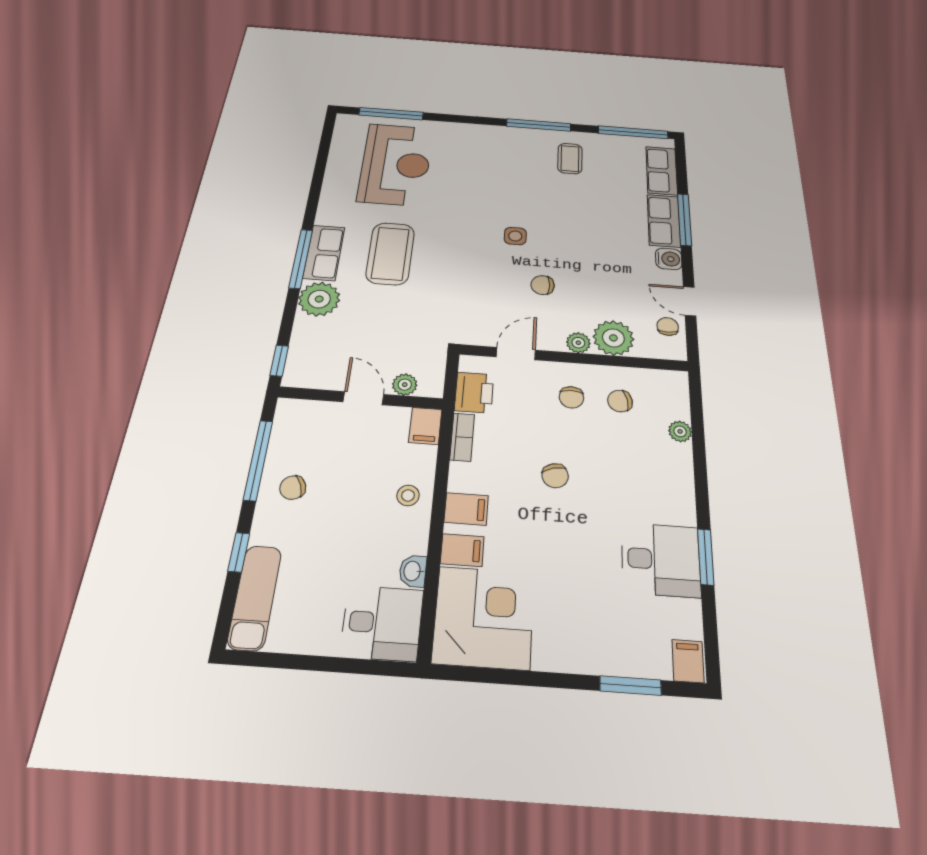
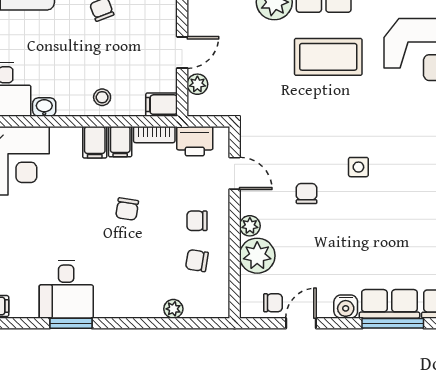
chair: (620, 401) -> (197, 261), turned -69
chair: (555, 476) -> (127, 209), turned -66
filing cabinet: (462, 550) -> (120, 142), moved

